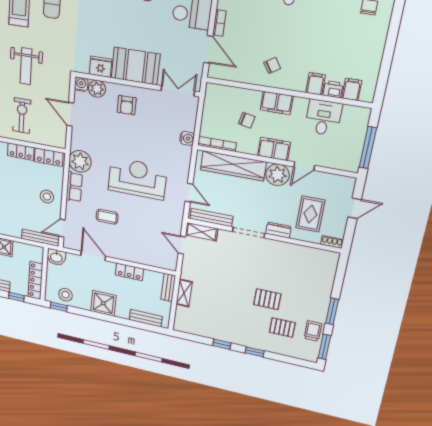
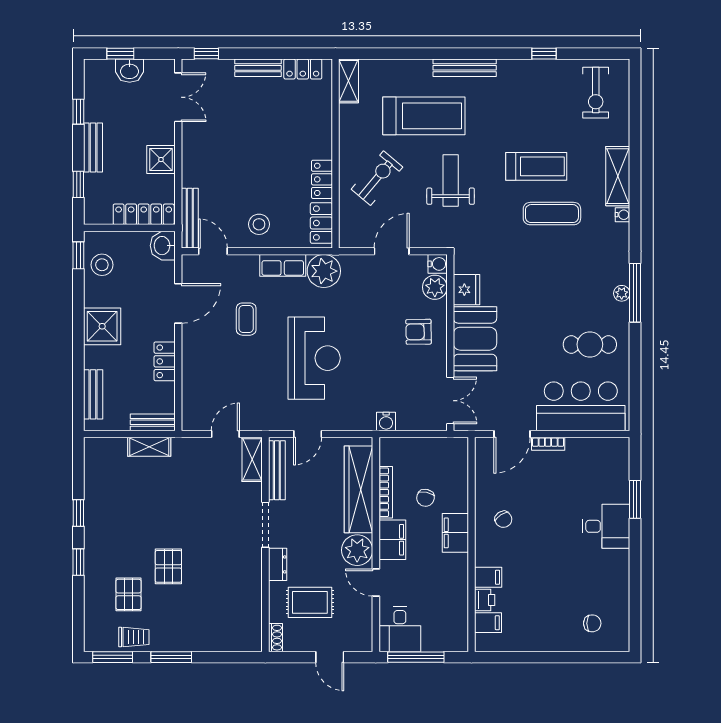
weight bench: (26, 66) -> (451, 181), turned 90
exercise bike: (22, 116) -> (377, 178), turned -50
desk: (323, 118) -> (400, 629), moved, turned 90
bookcase: (217, 144) -> (386, 492), moved
locker: (35, 280) -> (144, 214), moved

